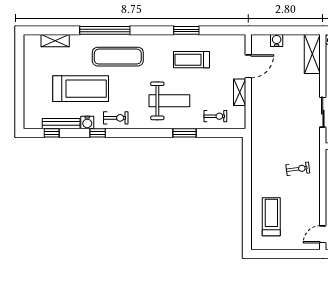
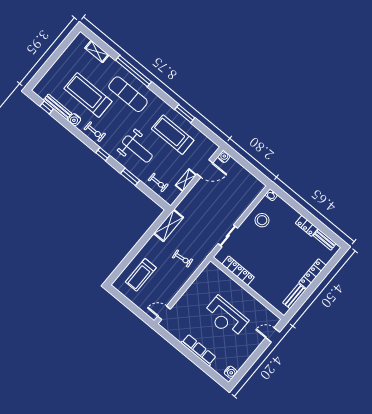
water cooler: (277, 40) -> (224, 157), moved
shelving: (312, 54) -> (169, 225), moved
treadmill: (192, 60) -> (173, 135), width x1.37, depth x1.38
treadmill: (81, 89) -> (88, 95), turned 180
window: (98, 133) -> (103, 154), moved
treadmill: (271, 217) -> (141, 275), turned 180

